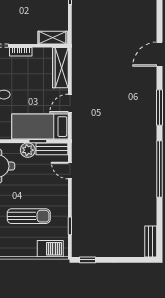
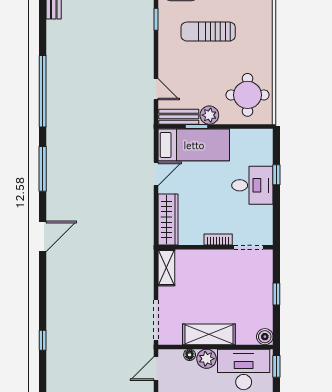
shelving: (53, 38) -> (166, 268), moved, turned 90

